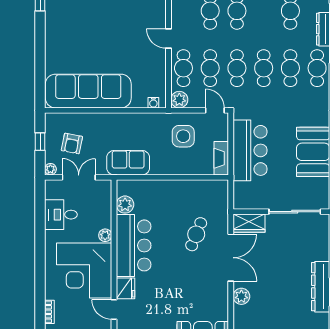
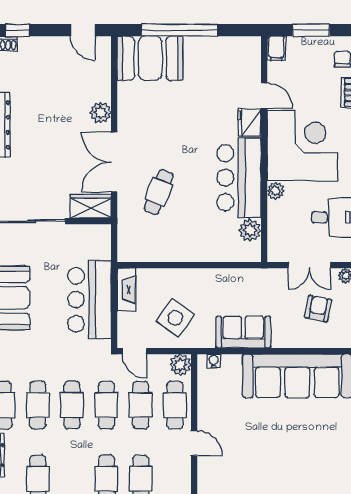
side table: (183, 136) -> (175, 318), turned 36
sofa: (128, 163) -> (243, 332), moved, turned 180

